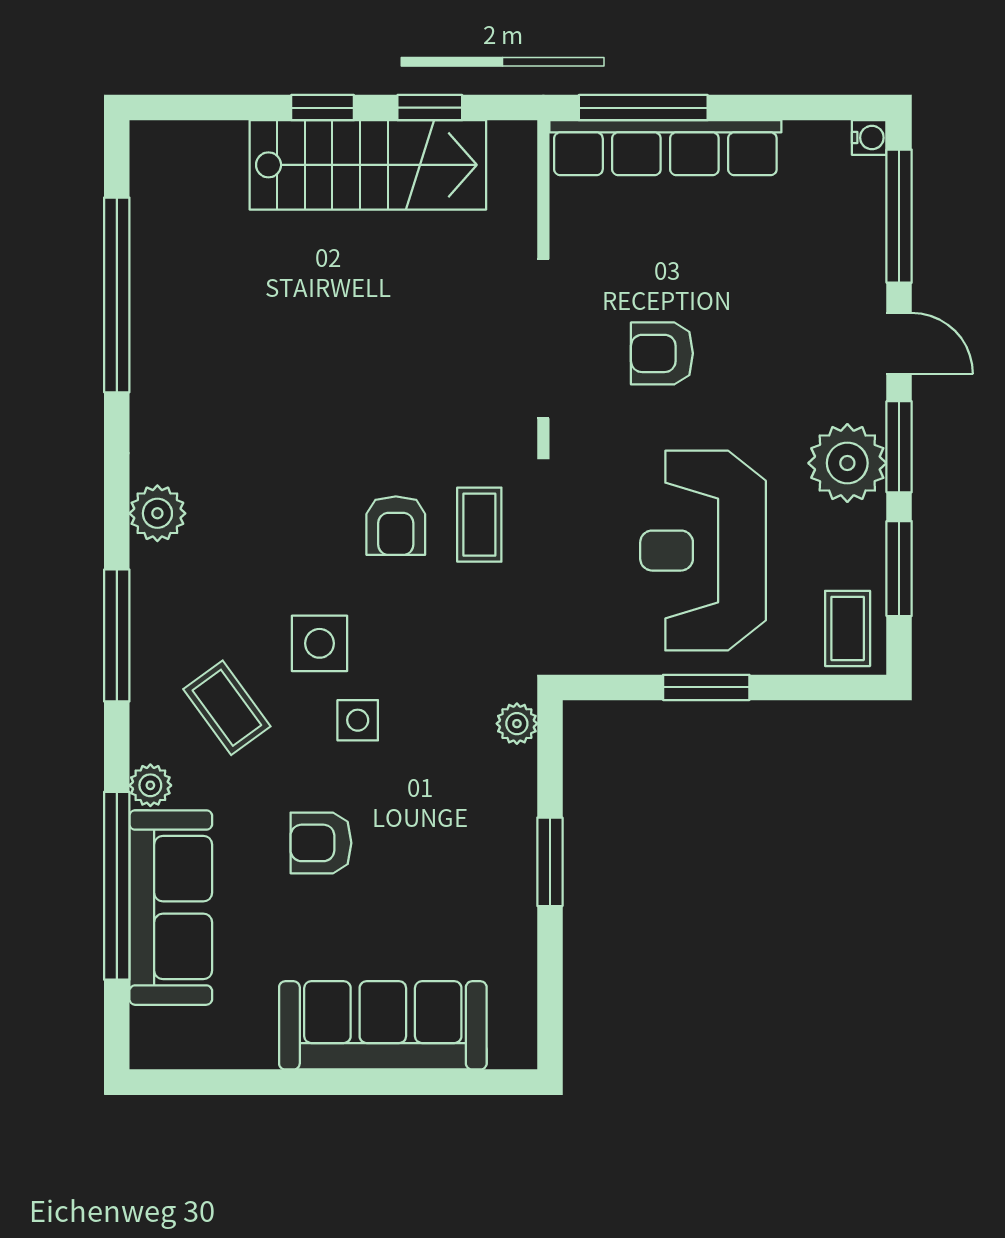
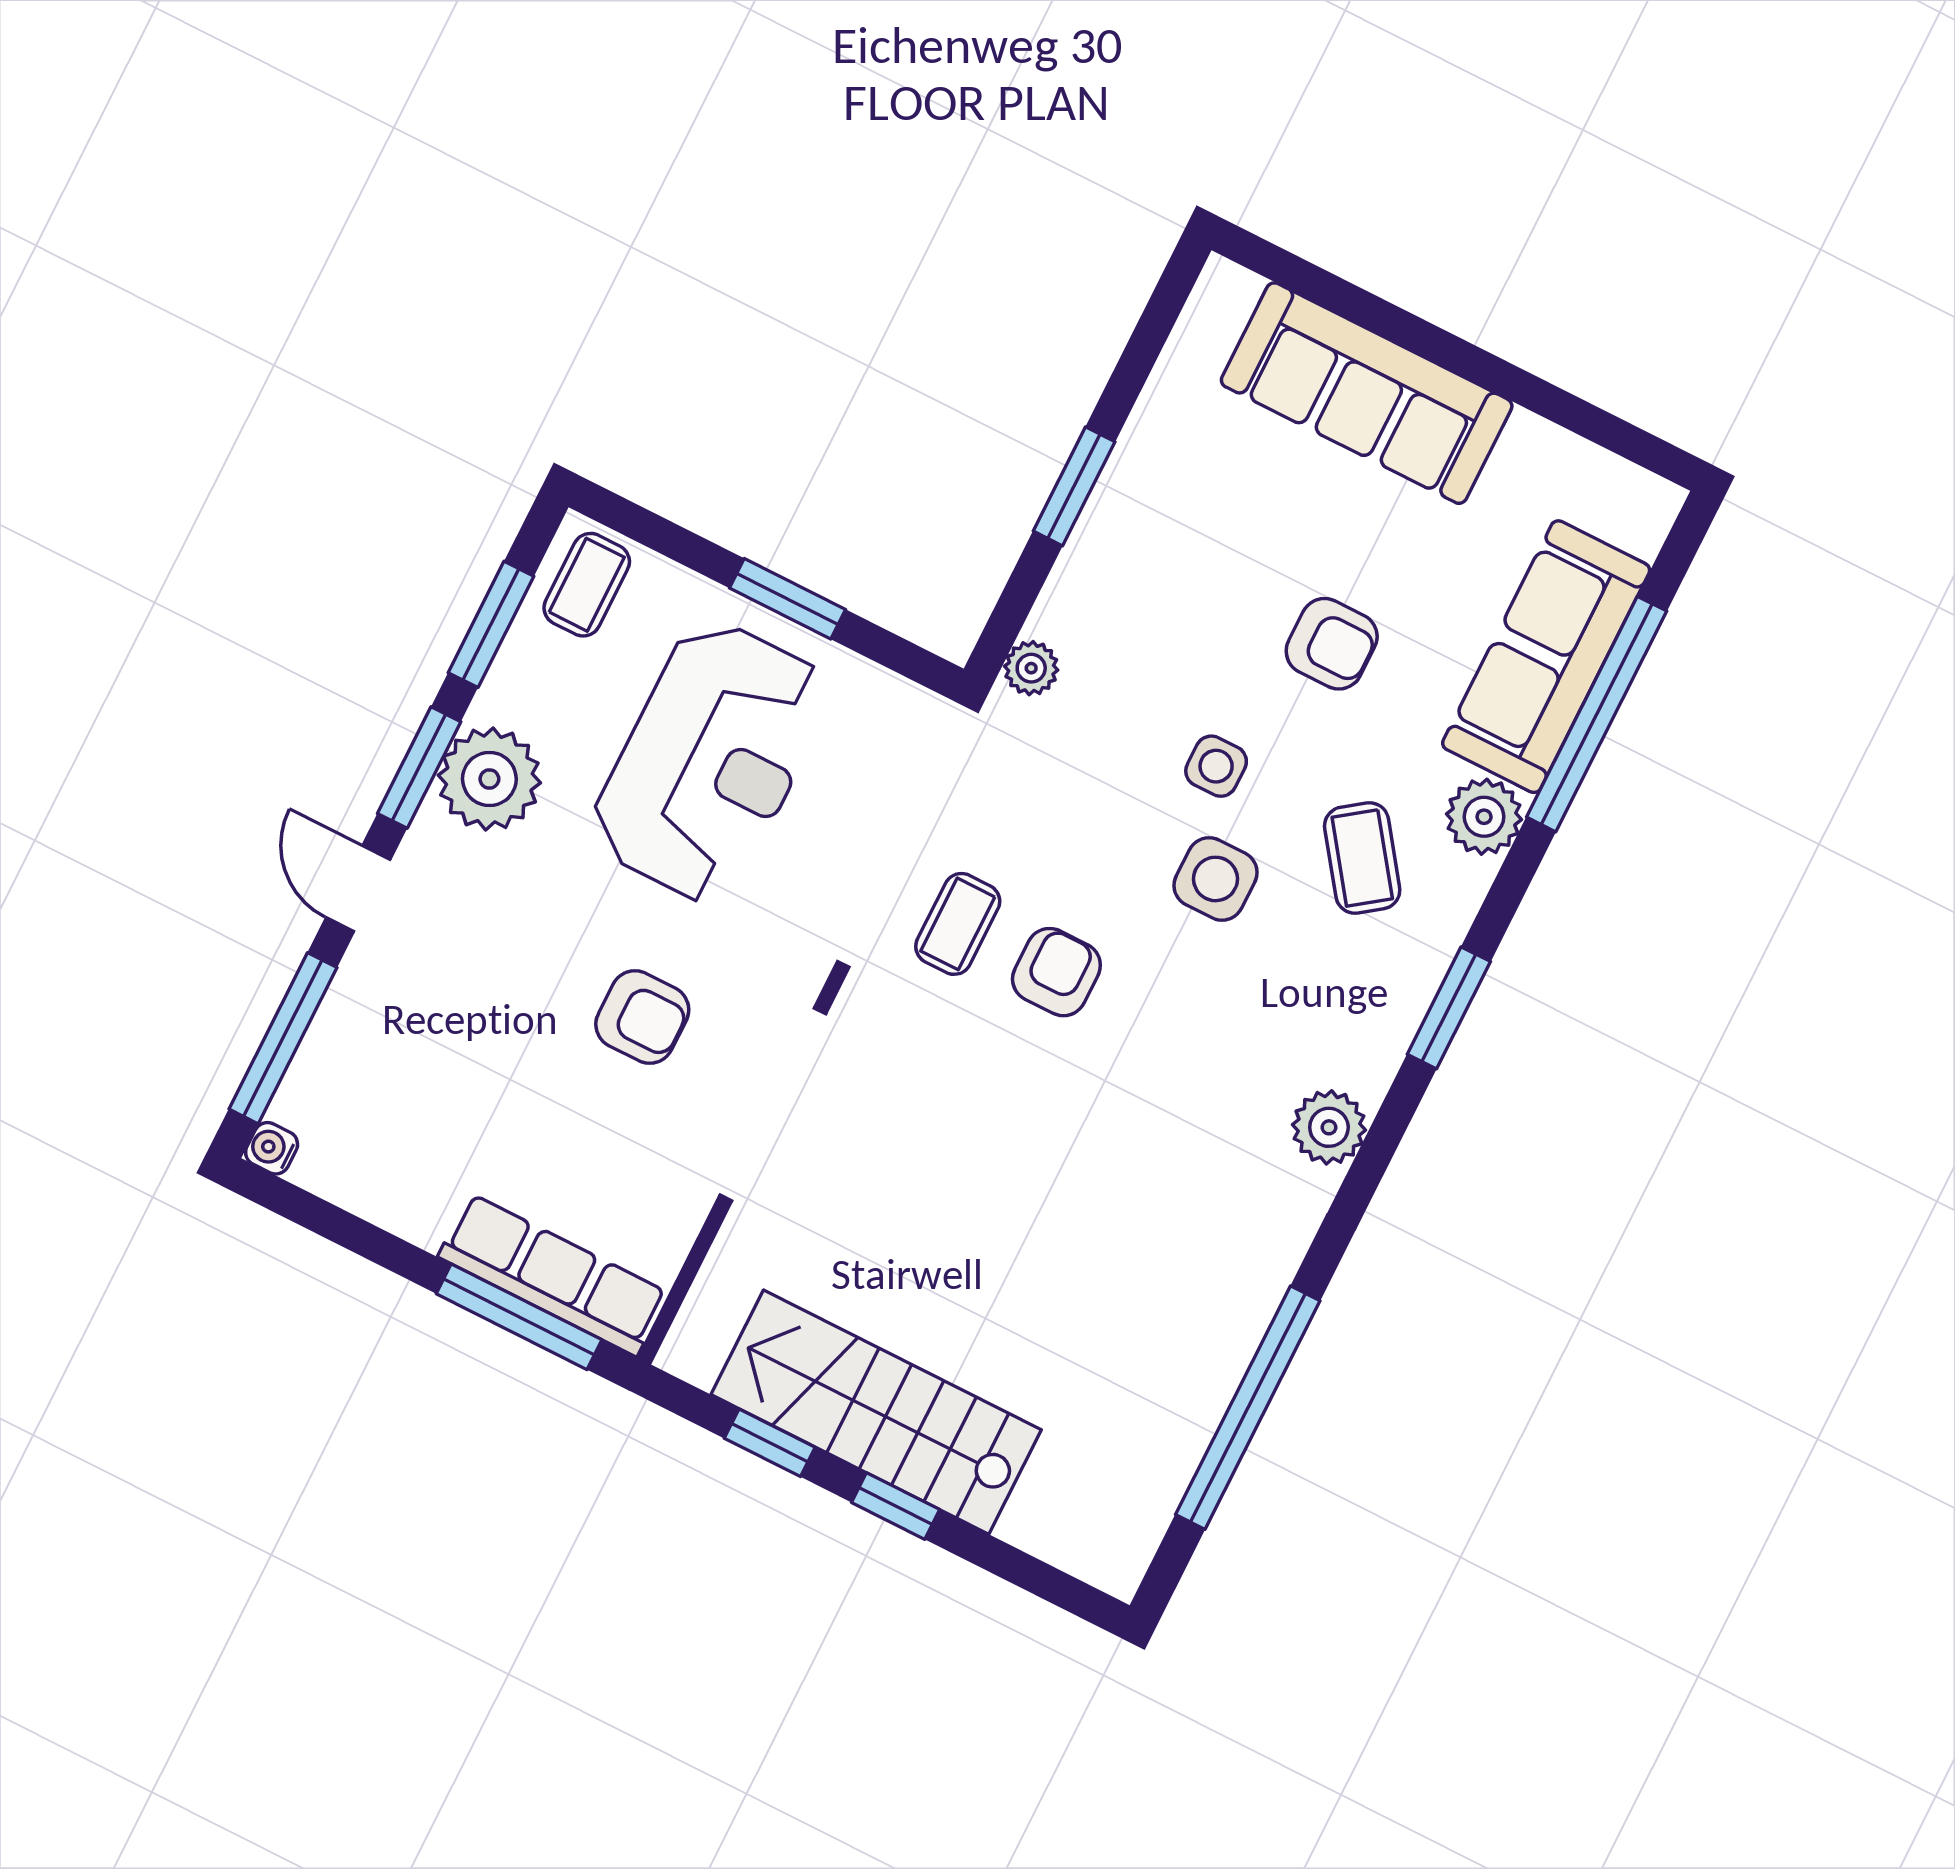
row of seats: (665, 148) -> (553, 1275), width x0.73
window: (117, 635) -> (1449, 1008), width x0.69
plant: (150, 785) -> (1484, 817), width x1.38, depth x1.38

